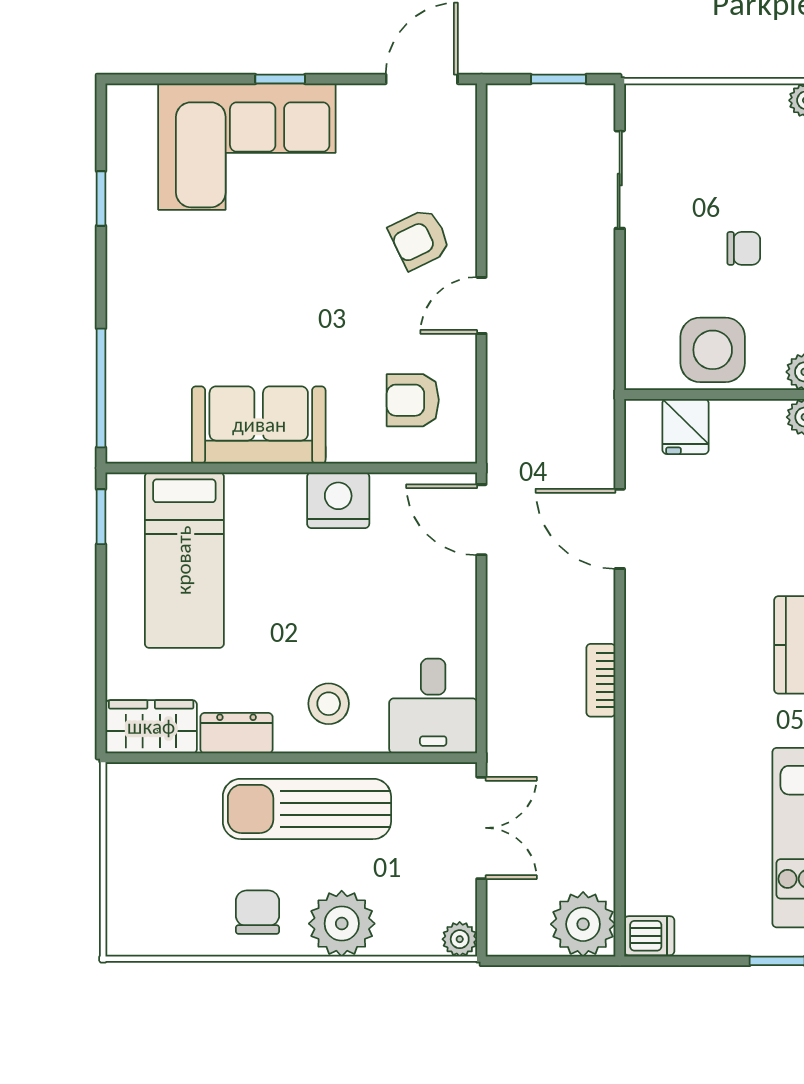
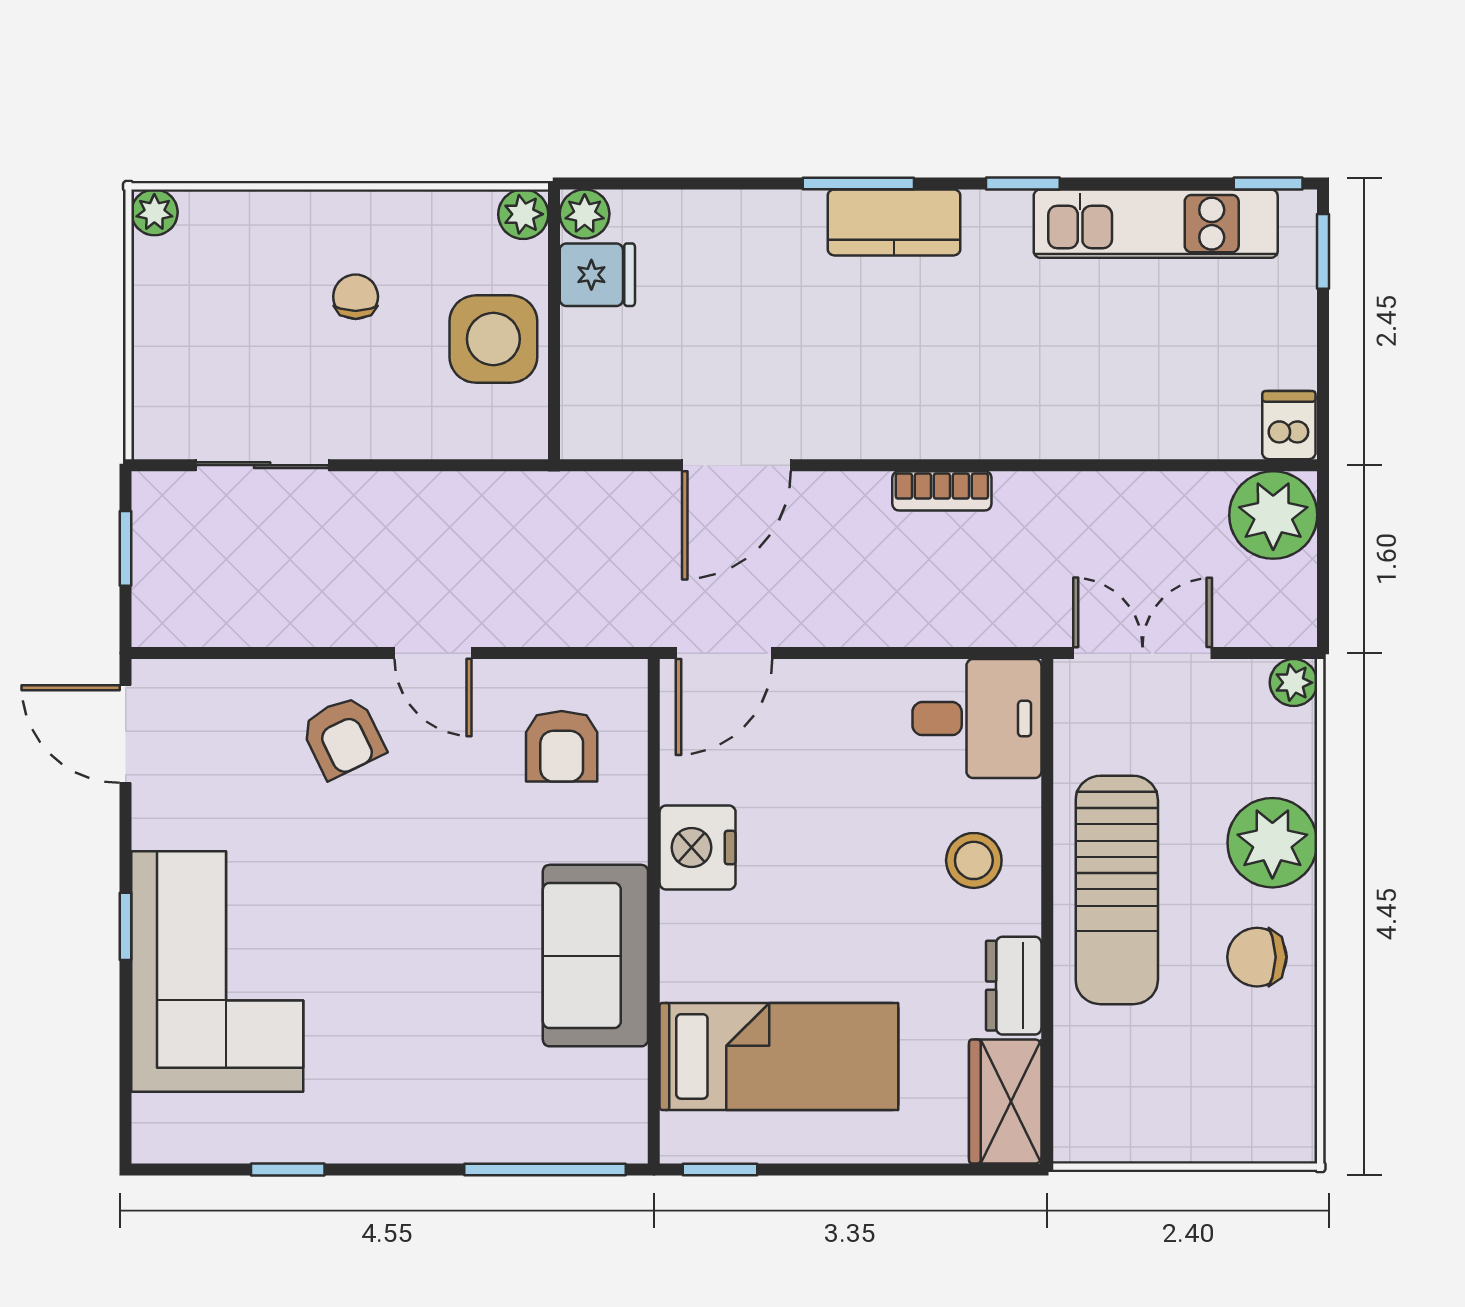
fridge: (685, 426) -> (597, 275), moved

